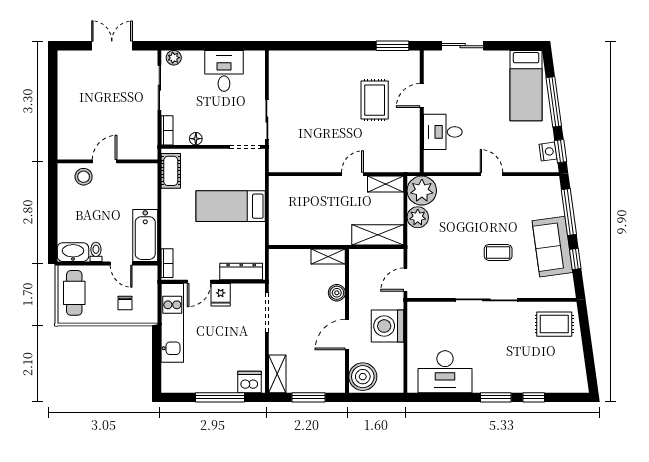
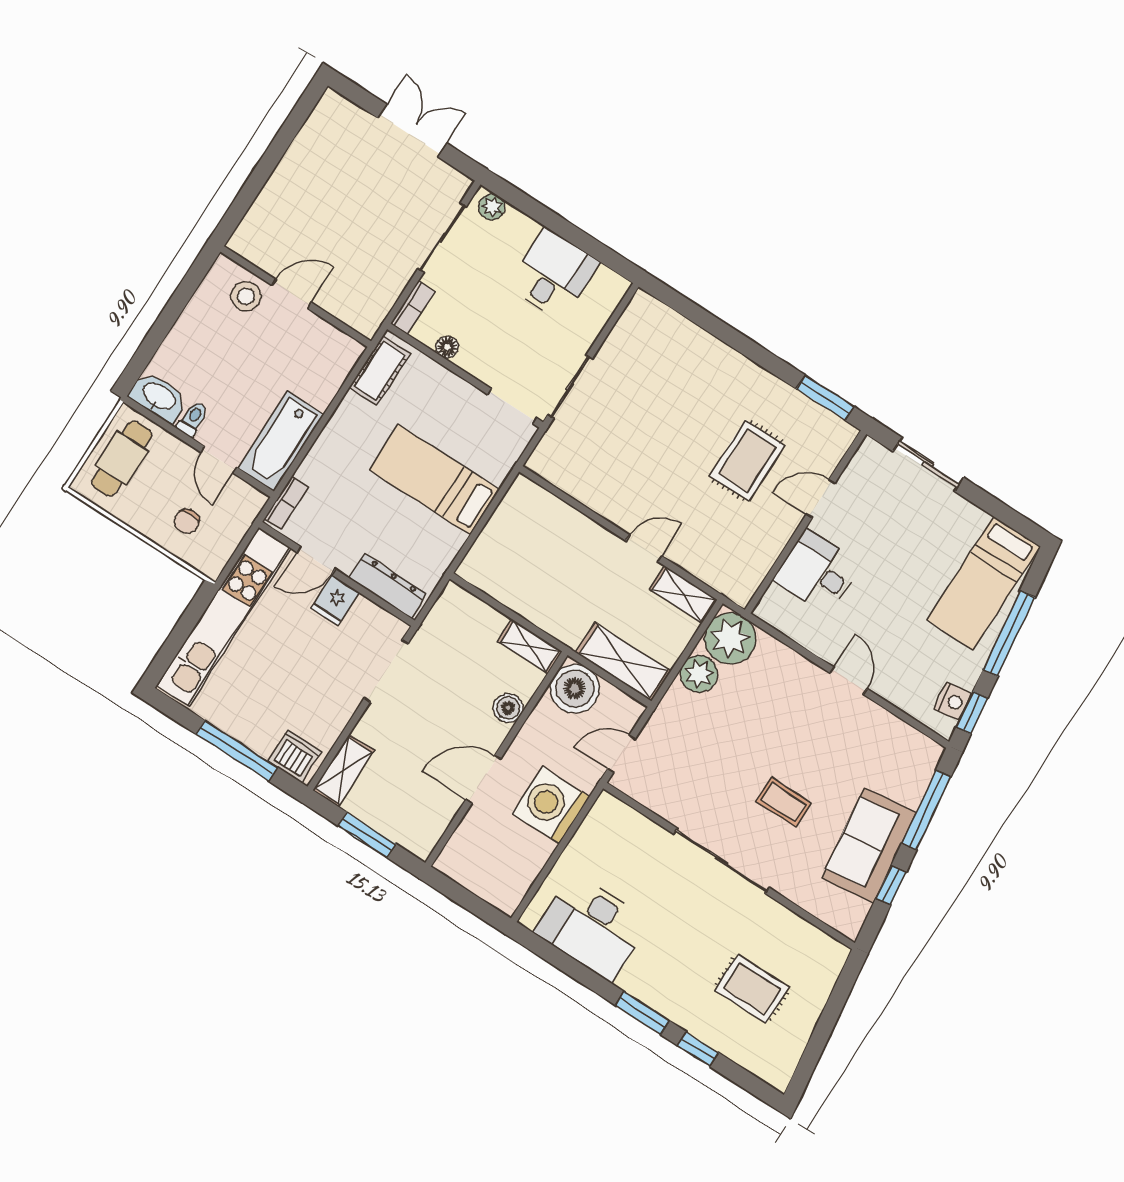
kitchen unit: (172, 323) -> (224, 617), width x1.36
rug: (554, 324) -> (752, 989), moved
boiler: (363, 377) -> (575, 689), moved

